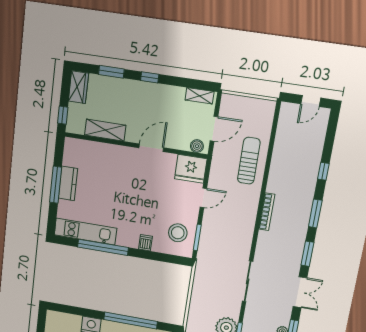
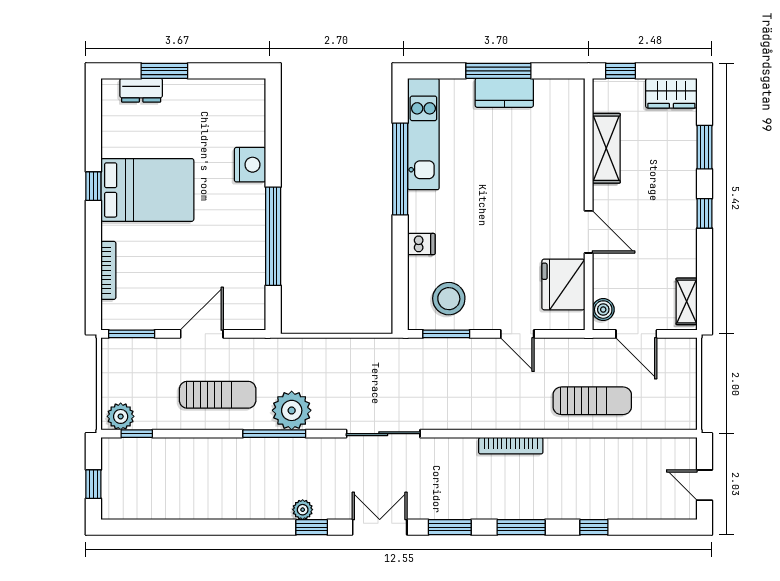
fridge: (191, 169) -> (563, 284), moved
double door: (300, 292) -> (380, 527), swing flipped

